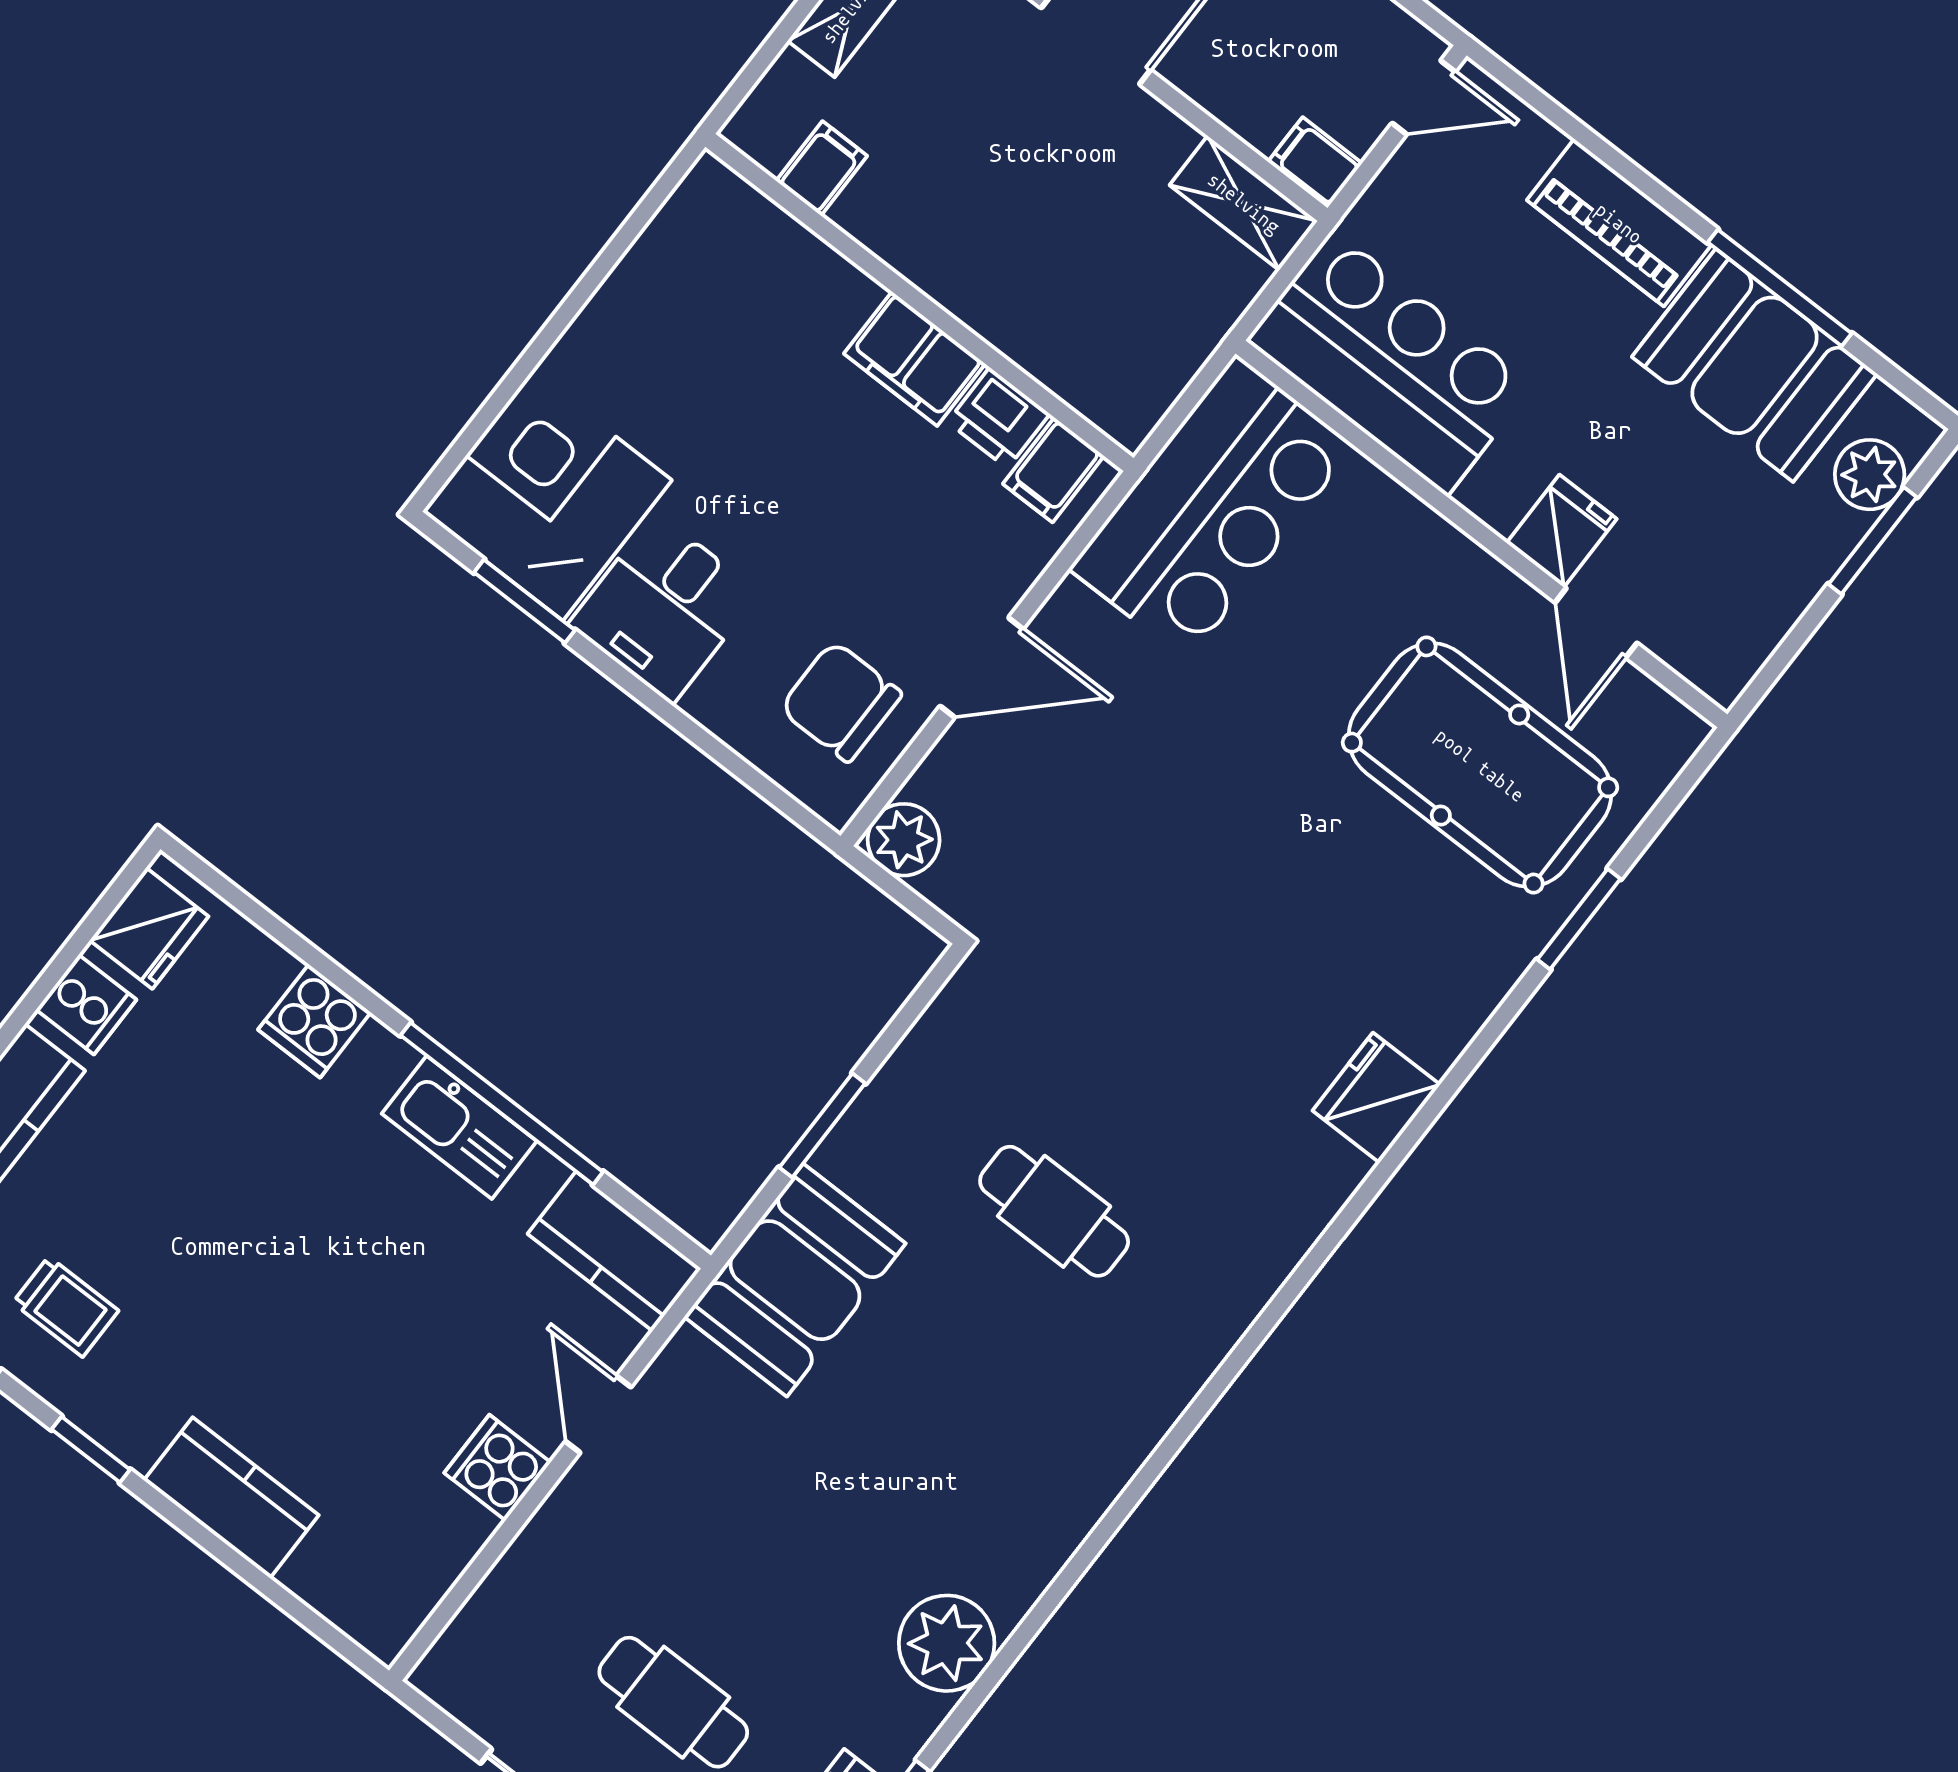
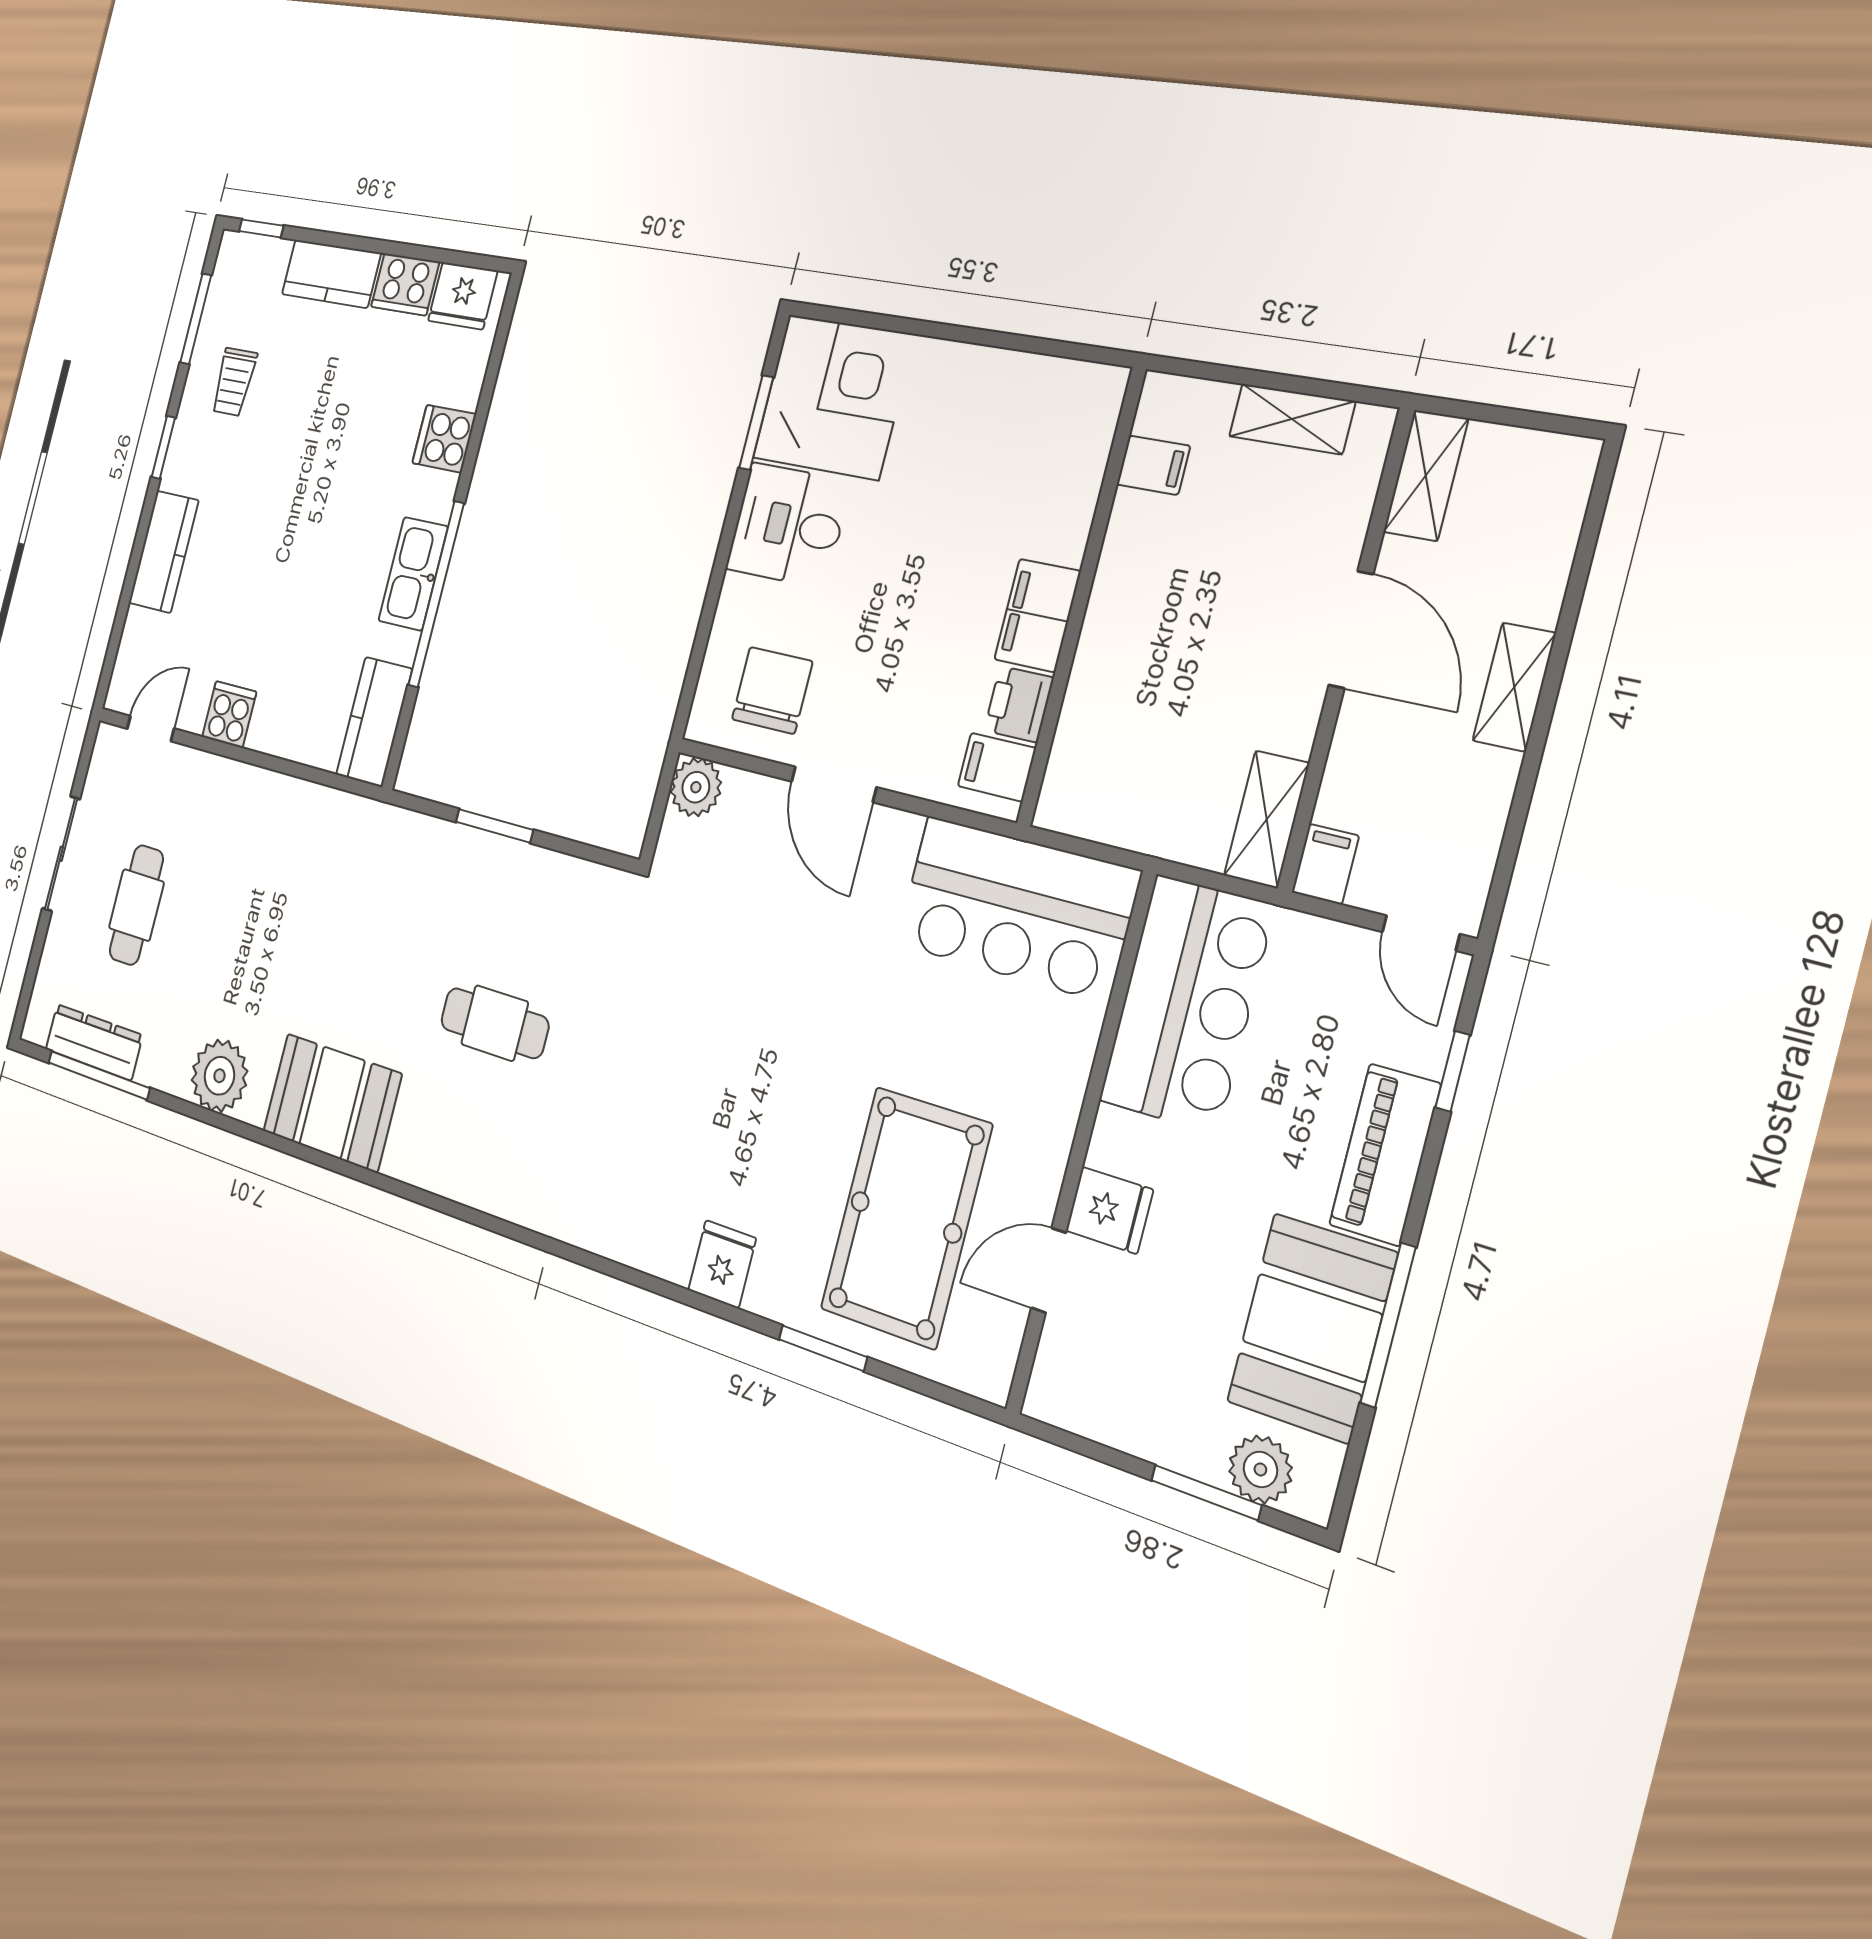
window: (1567, 123) -> (1453, 1071), added
cooker: (86, 1005) -> (405, 284), width x1.36
fridge: (1376, 1098) -> (722, 1264), moved, width x0.72
cafe table: (1054, 1211) -> (495, 1023), turned 90
booth: (795, 1280) -> (332, 1103), moved
door: (598, 1414) -> (151, 729), moved

